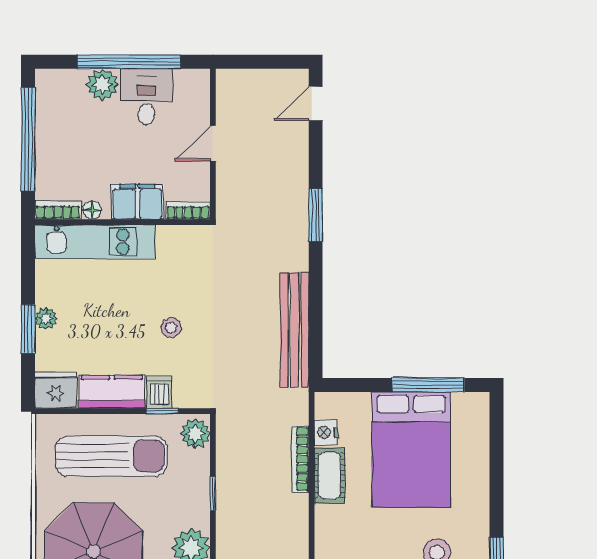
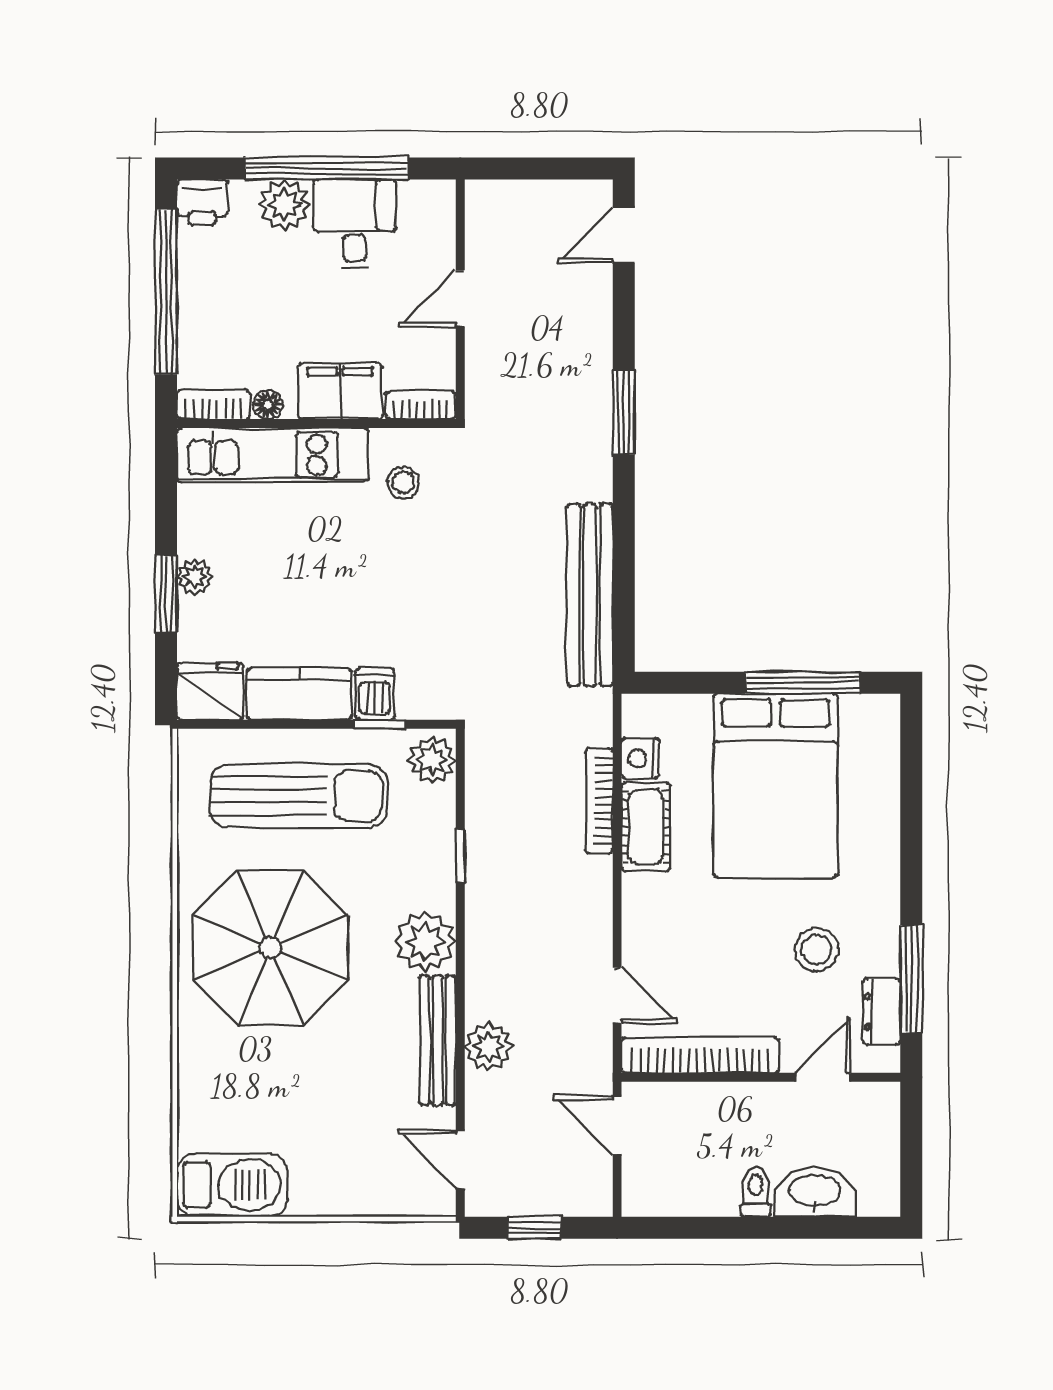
printer: (51, 83) -> (202, 202), added
stool: (171, 327) -> (403, 483), moved

